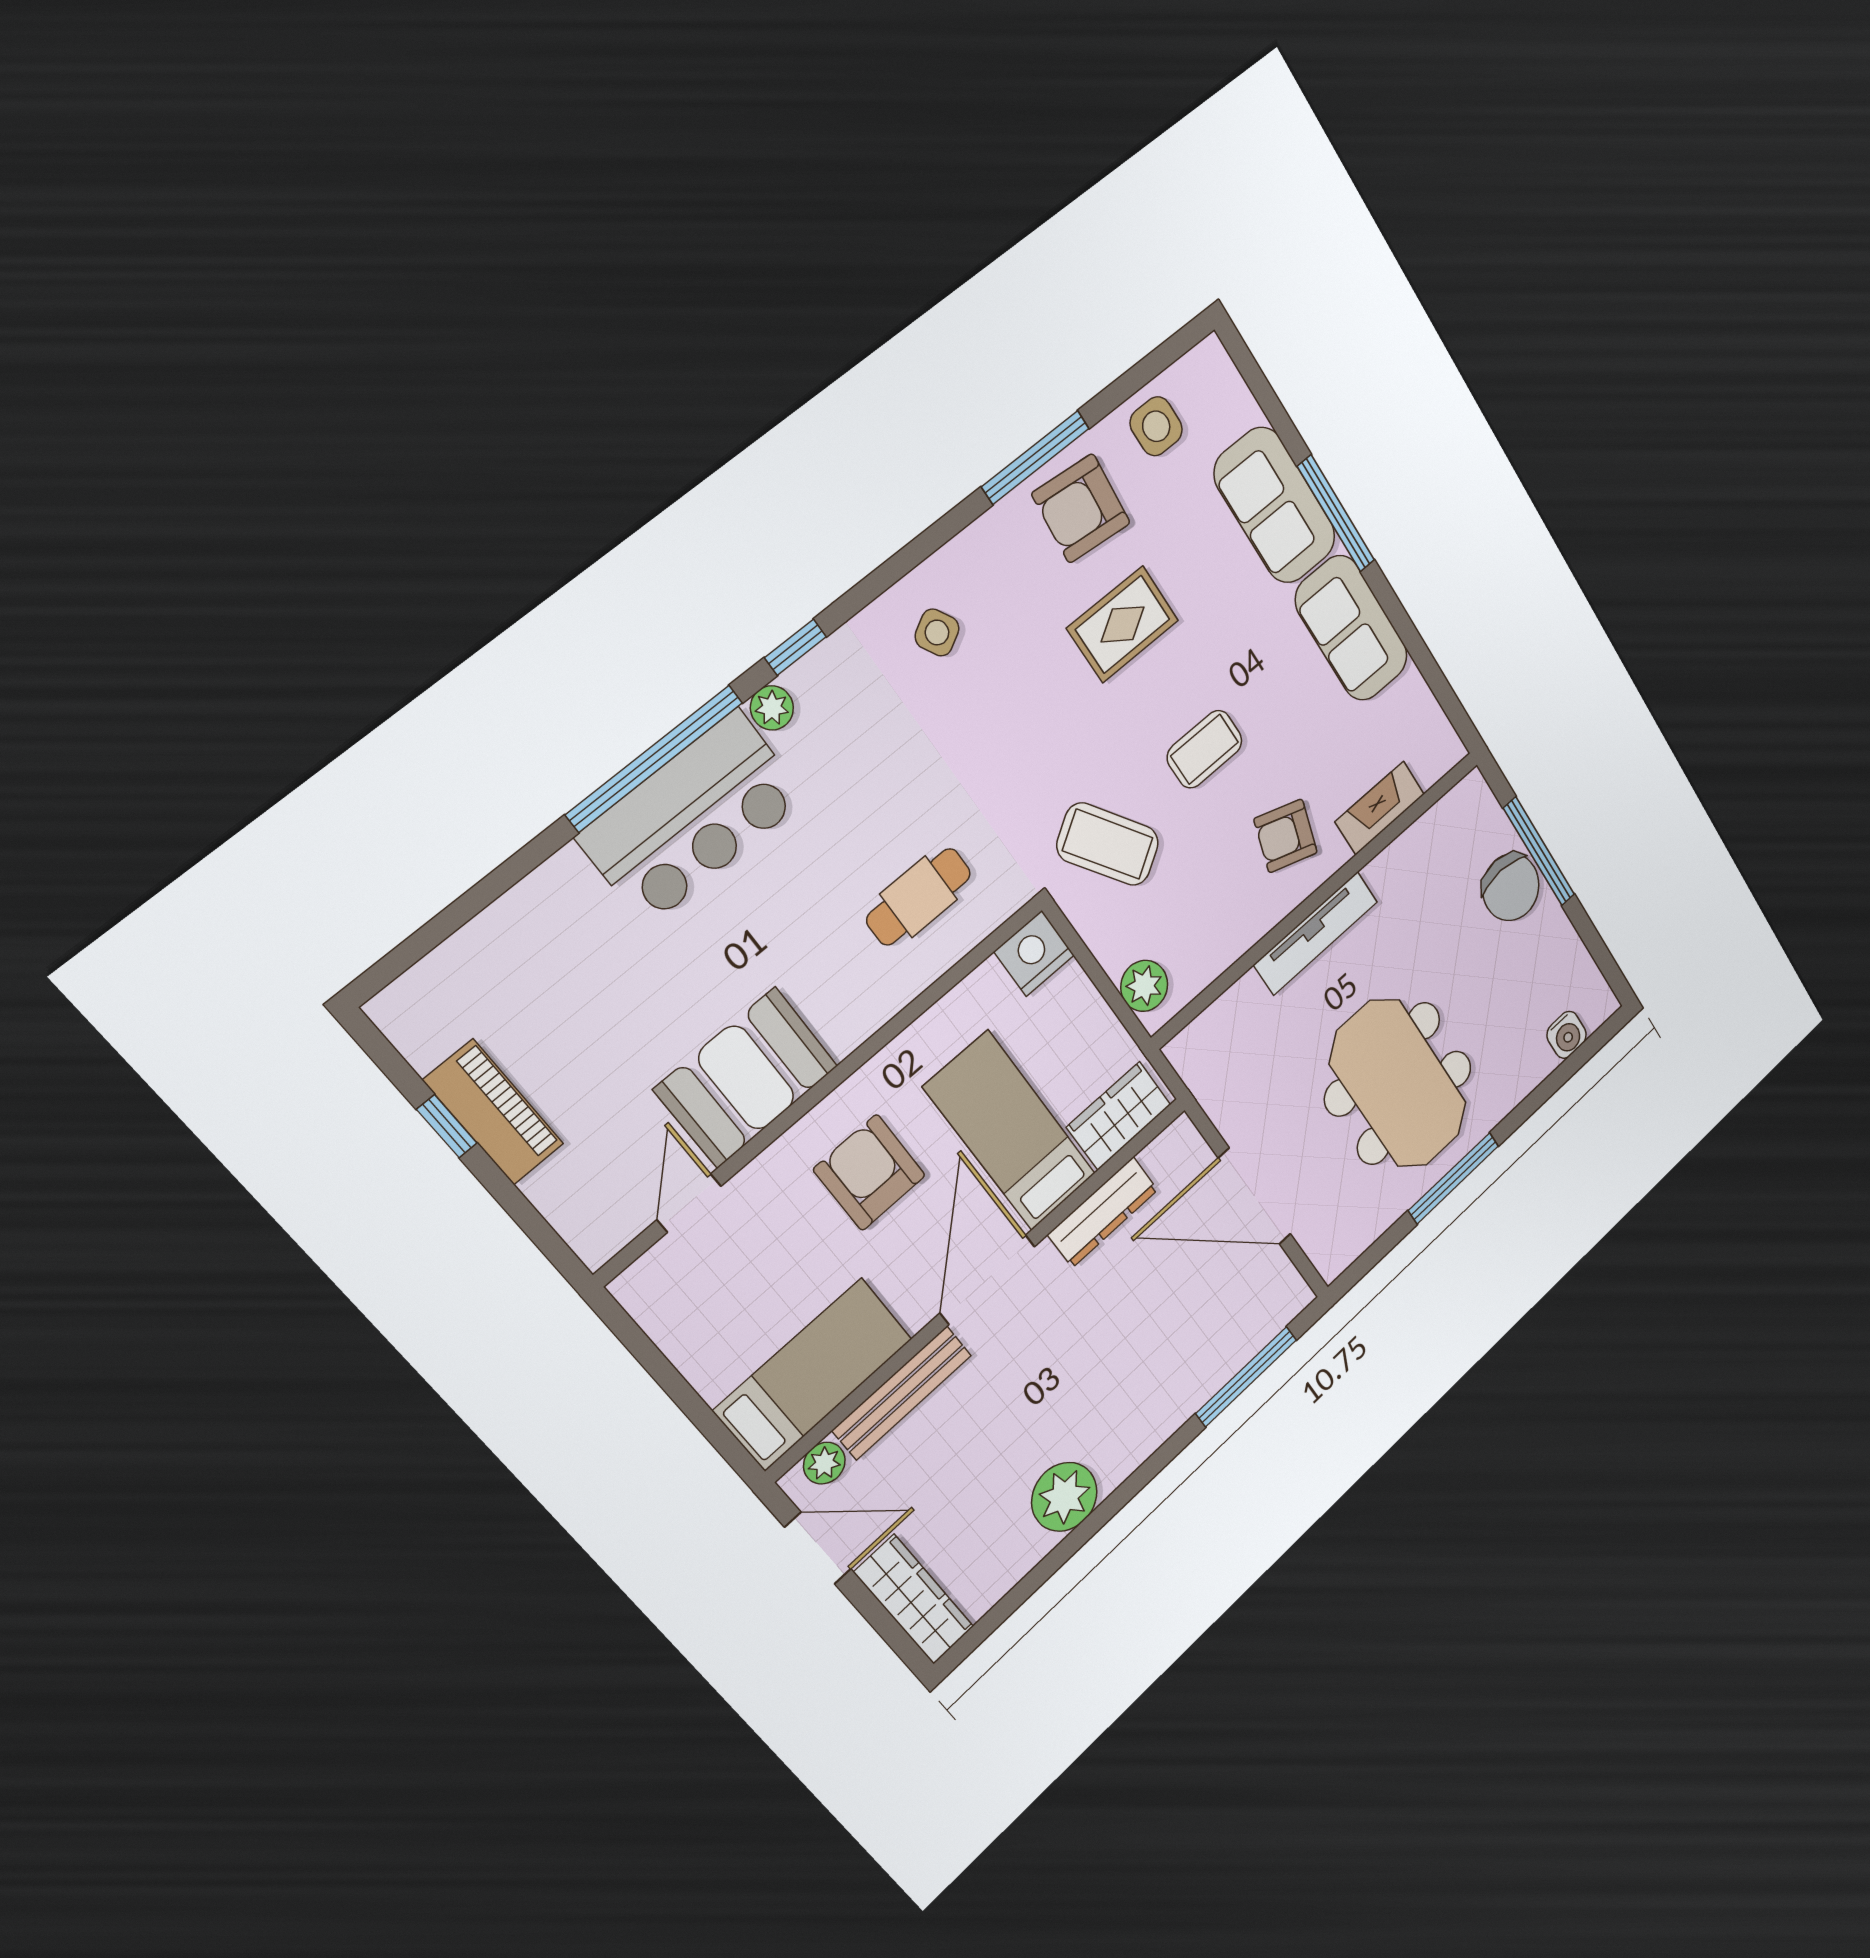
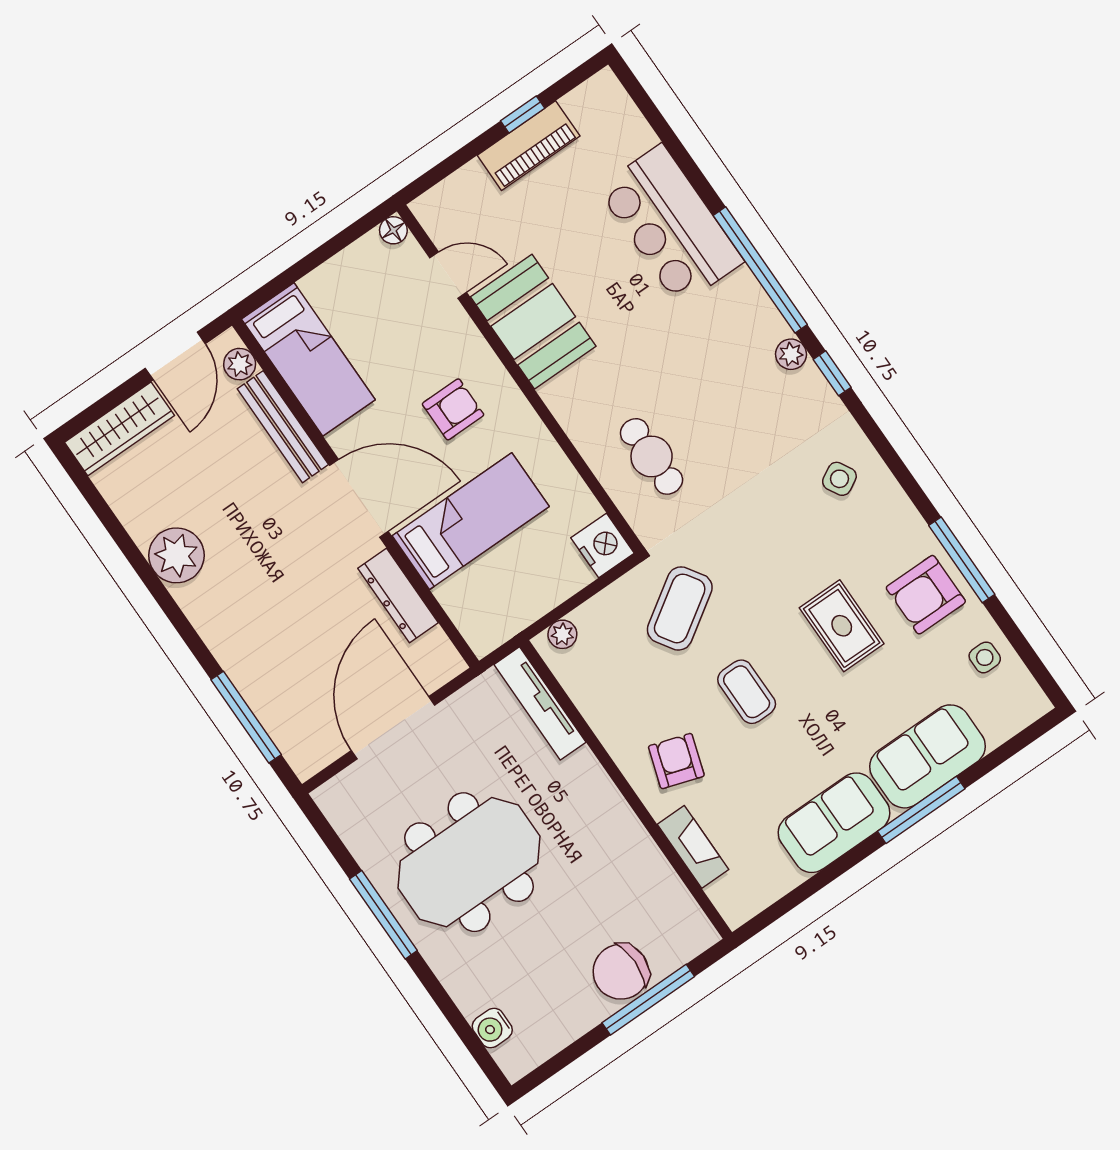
side table: (1156, 426) -> (985, 657), width x0.73, depth x0.73
armchair: (1081, 508) -> (926, 595), turned -95
bar counter: (693, 818) -> (671, 225), moved
tv unit: (1316, 933) -> (540, 703), moved
plant: (1144, 986) -> (562, 634), width x0.73, depth x0.73
wardrobe: (1119, 1116) -> (472, 611), removed
armchair: (869, 1172) -> (453, 409), width x0.72, depth x0.72
floor lamp: (631, 1288) -> (393, 230), added

